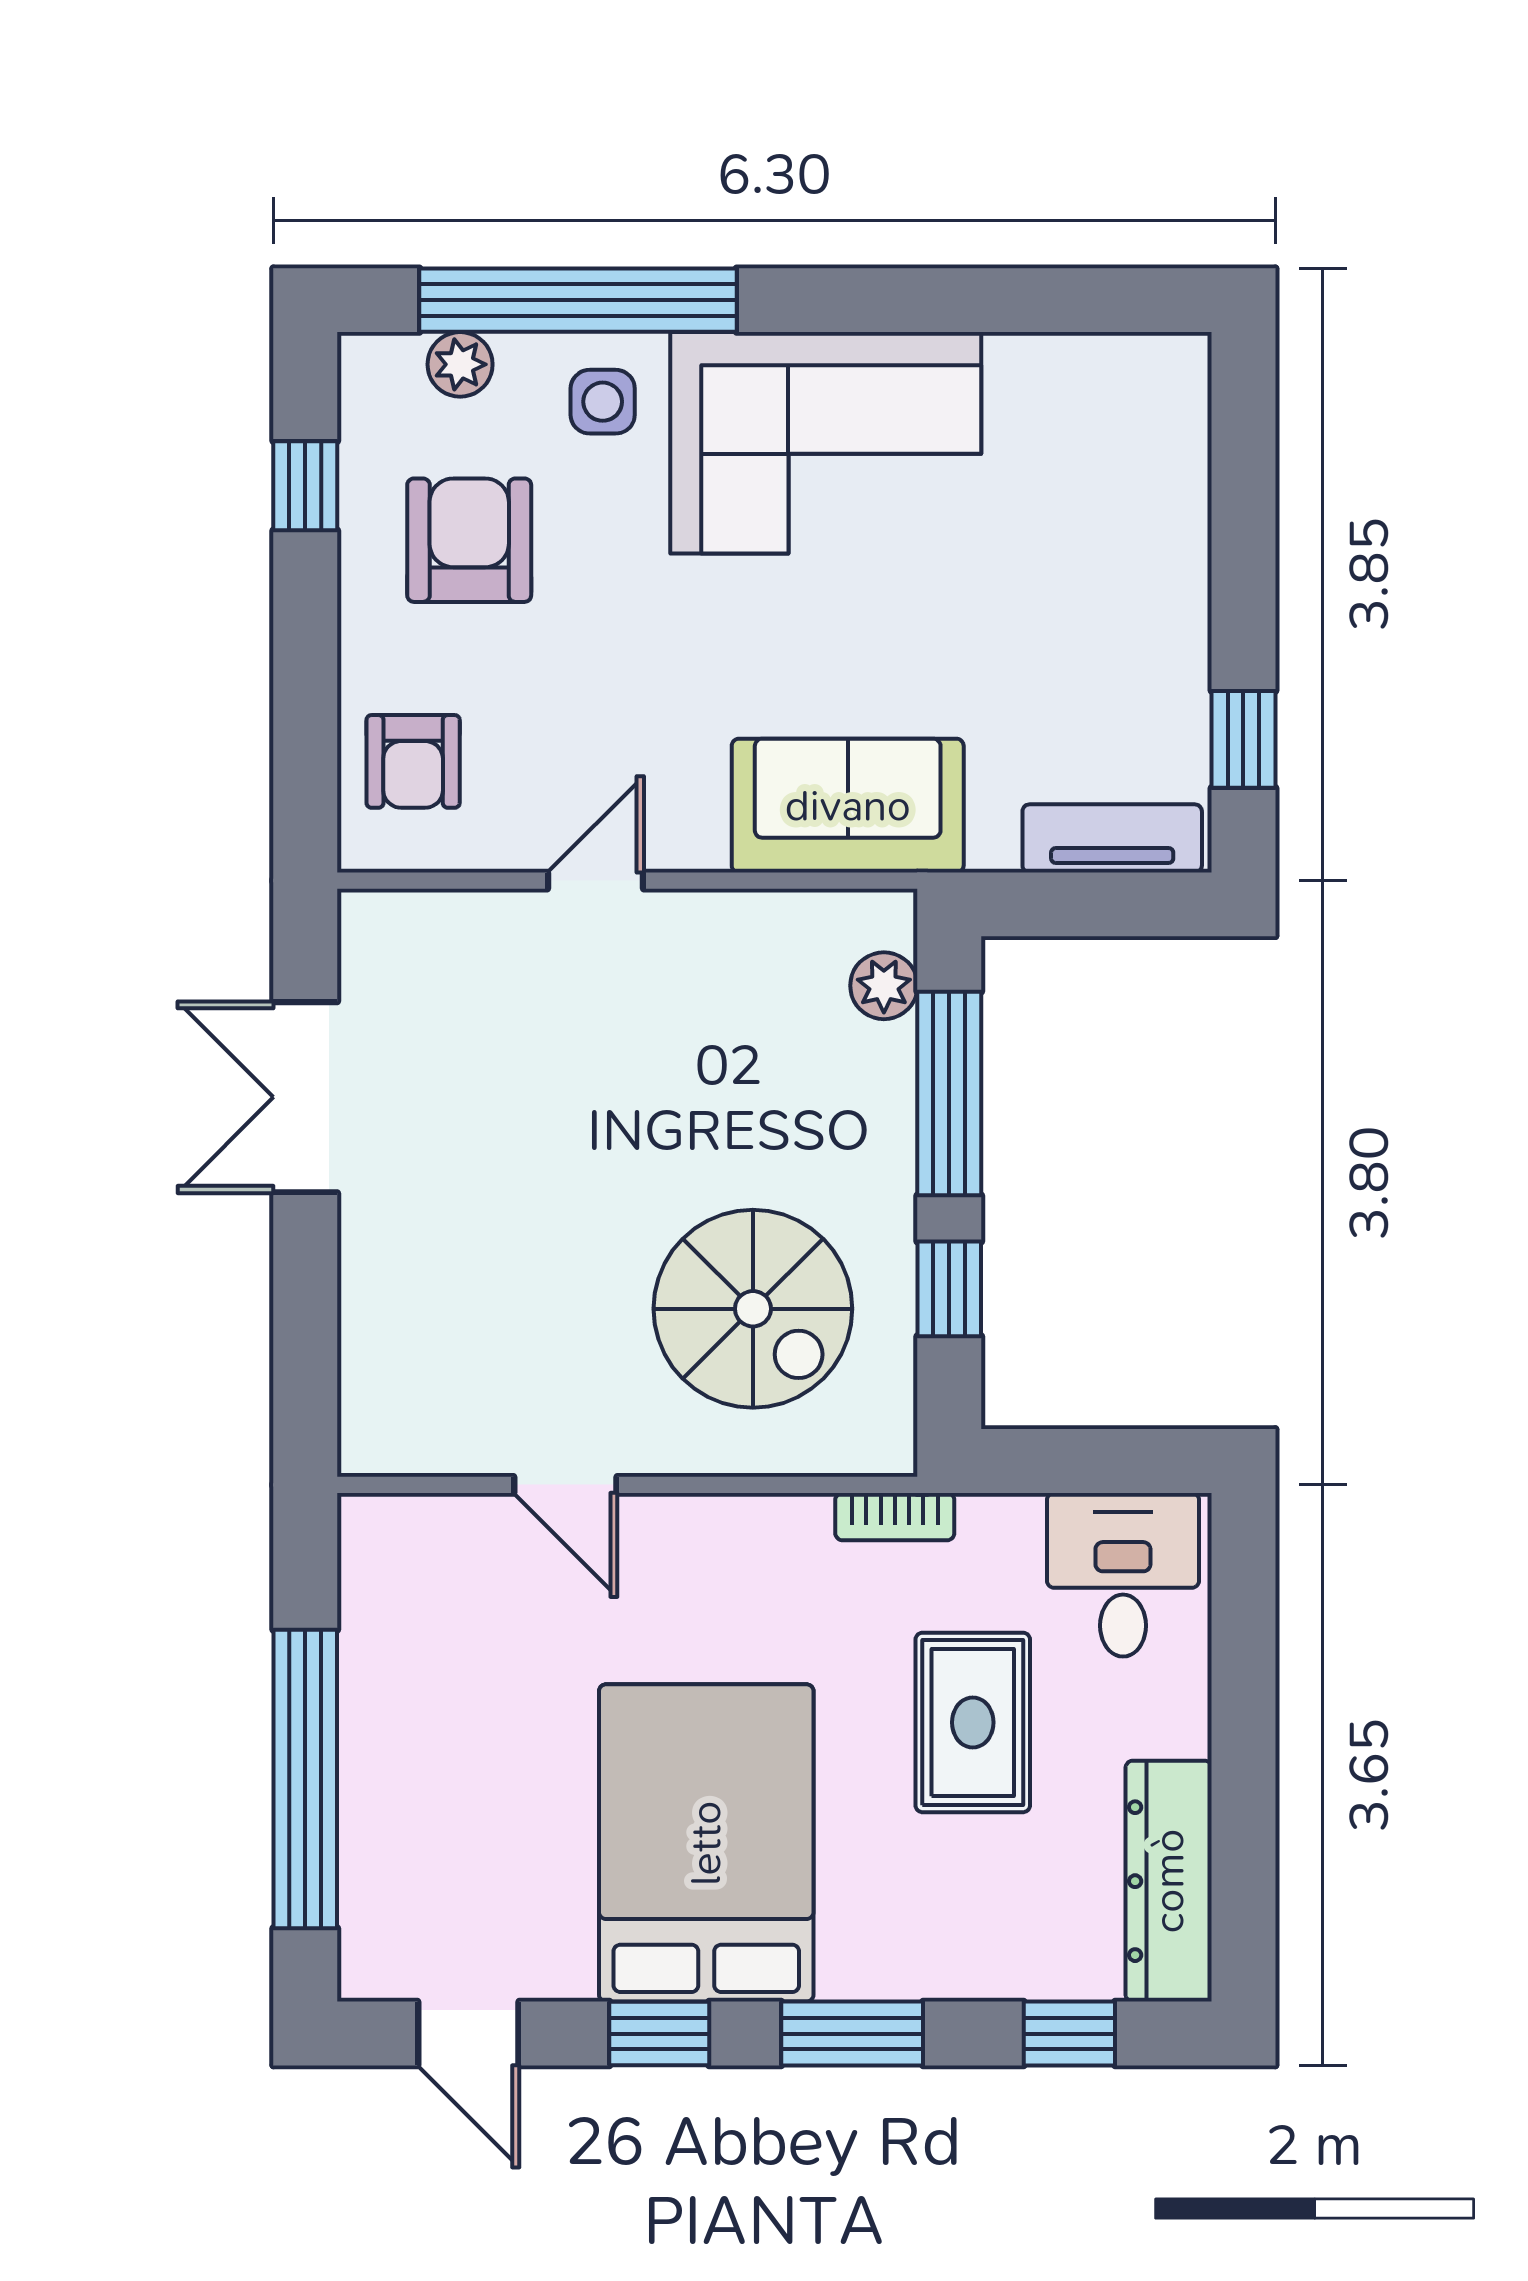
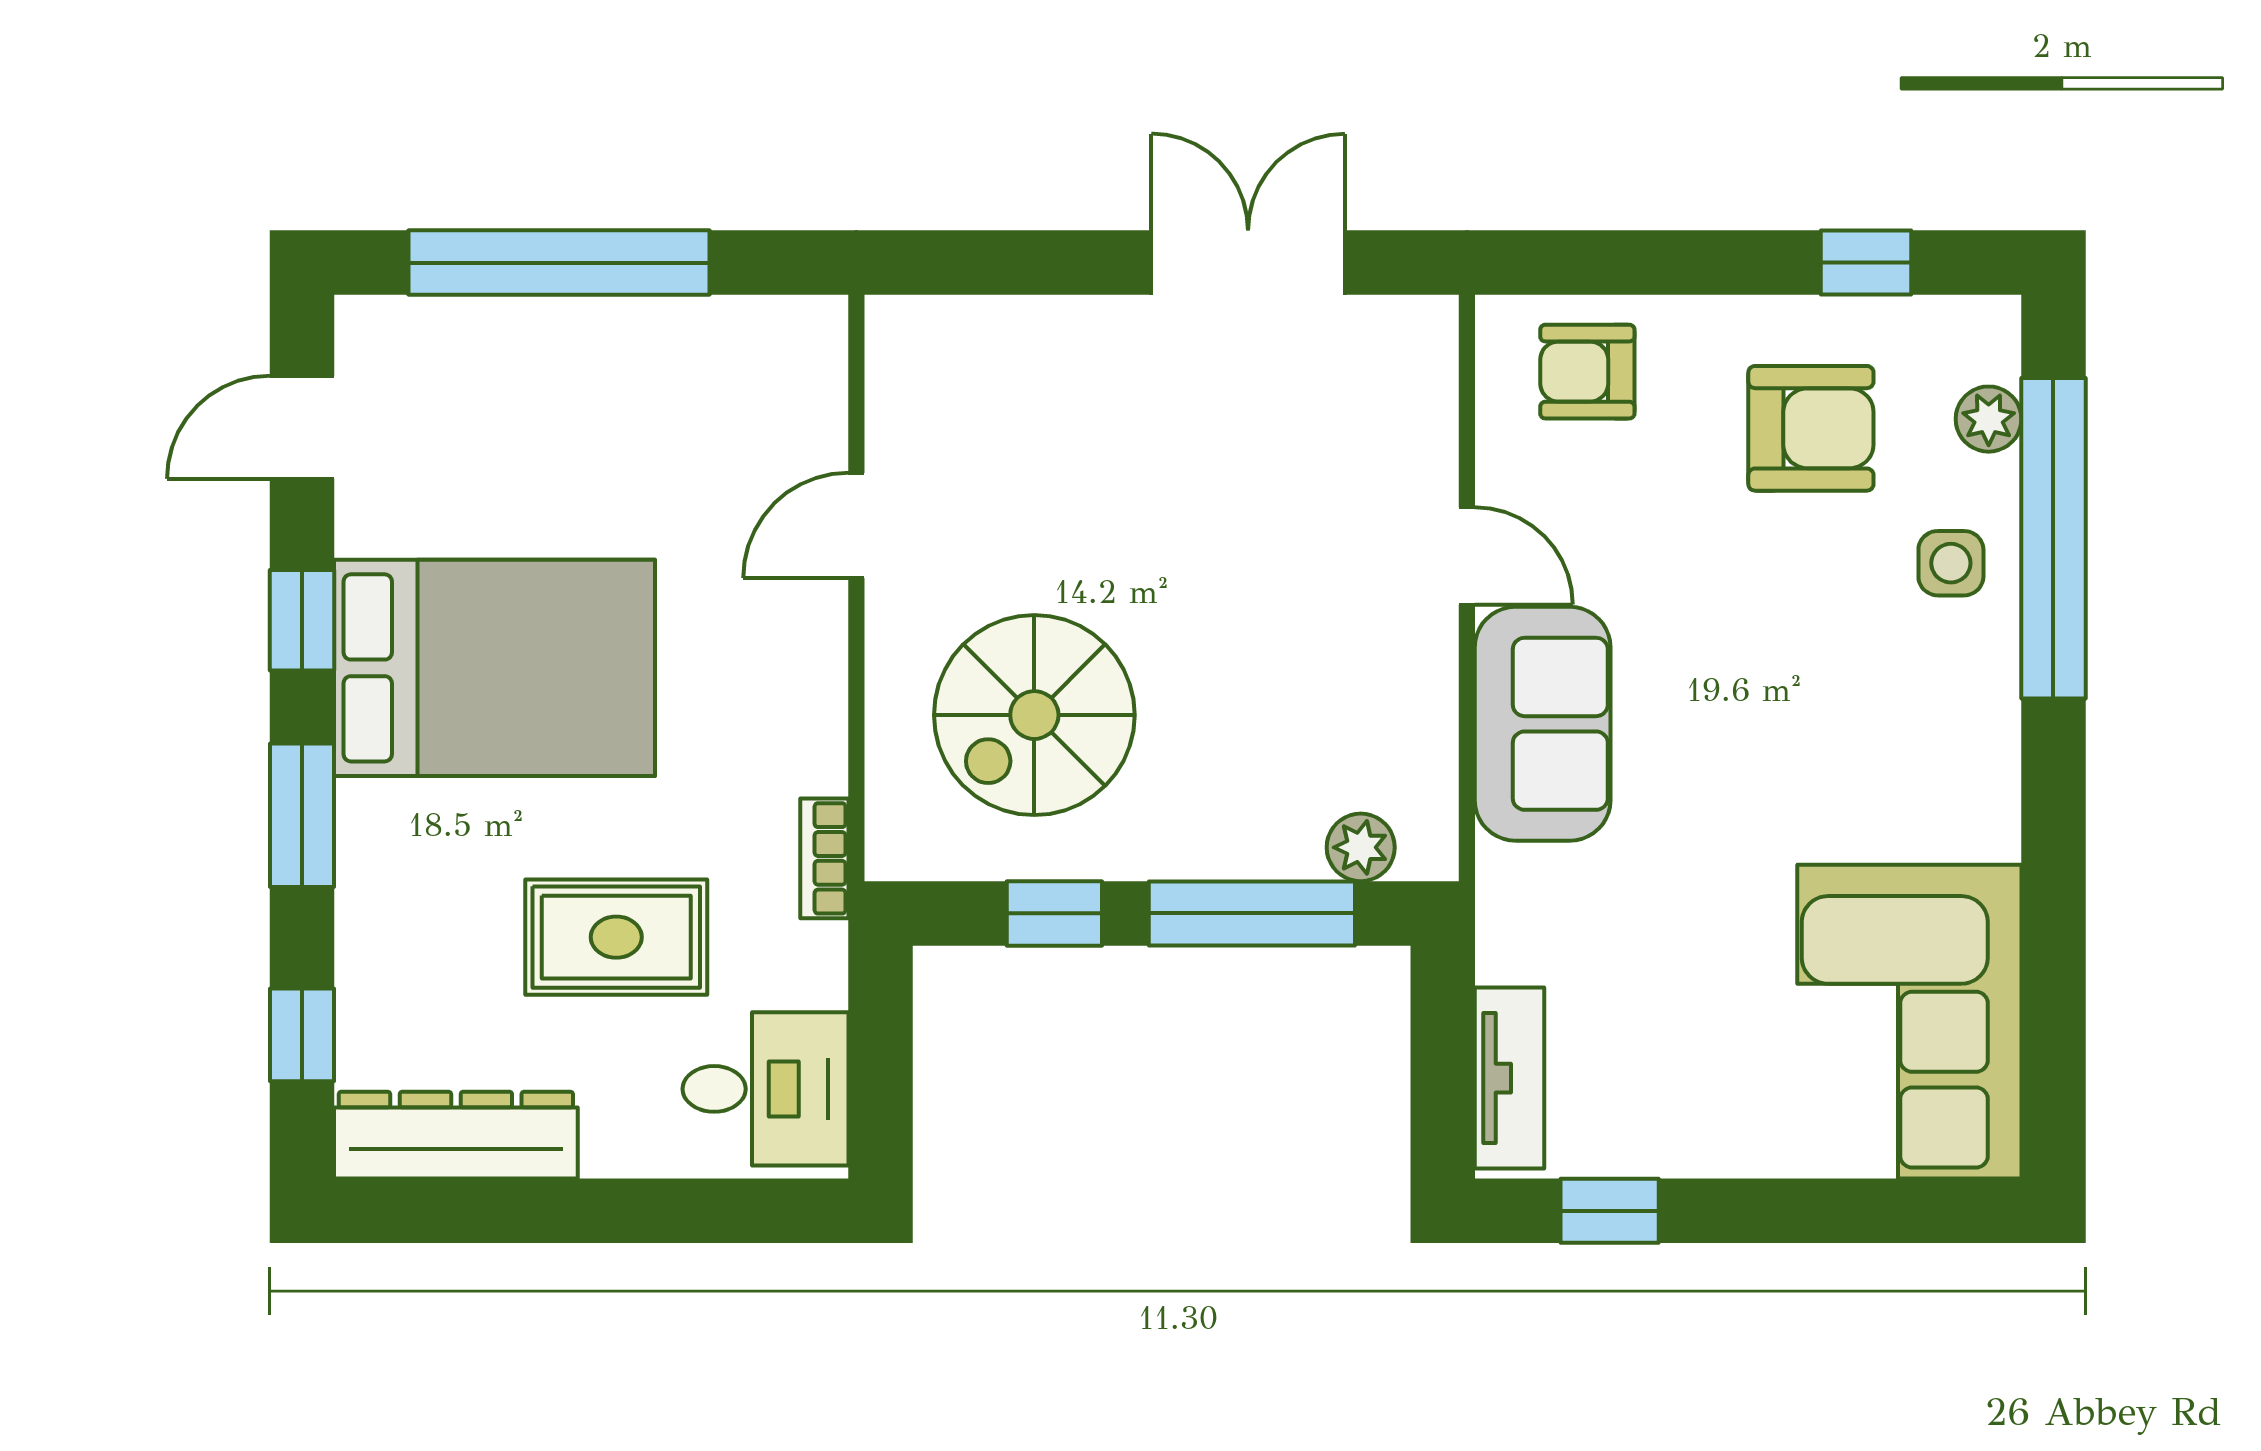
corner sofa: (826, 443) -> (1909, 1022), moved
sofa: (848, 806) -> (1543, 724), moved

